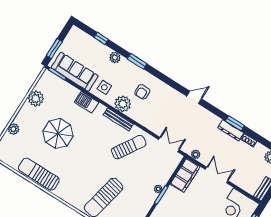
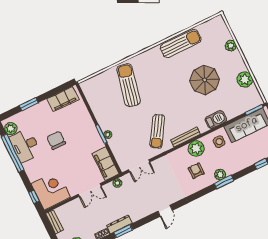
plant: (115, 58) -> (220, 175), moved

